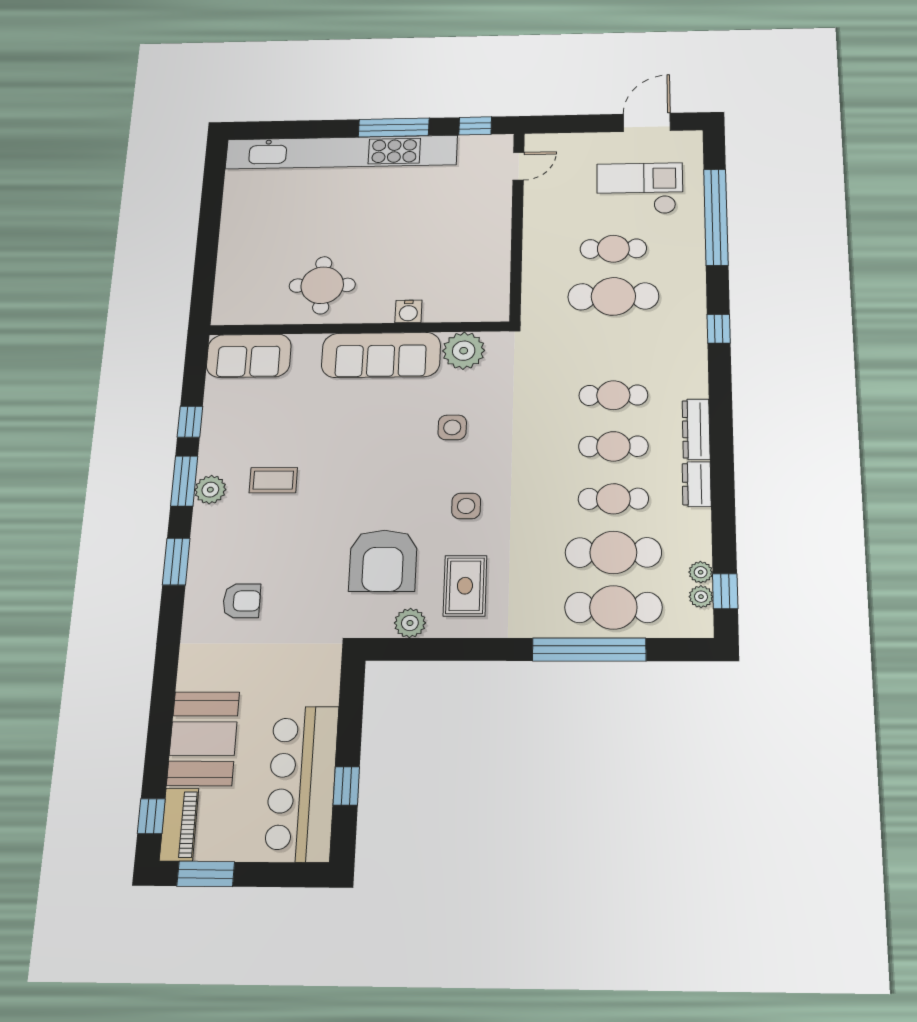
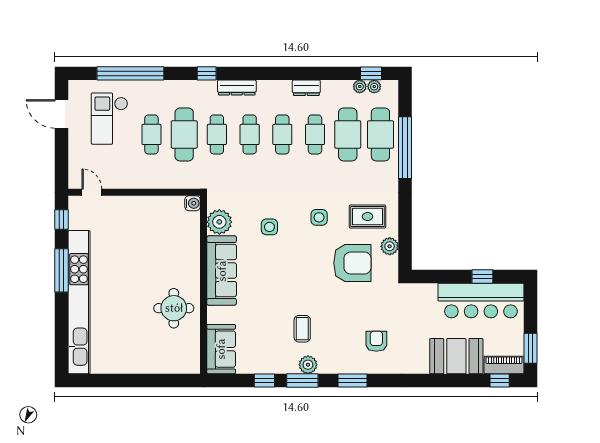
water cooler: (408, 311) -> (193, 203), moved
cafe table: (613, 345) -> (217, 134), added
dresser: (696, 429) -> (237, 87), moved

